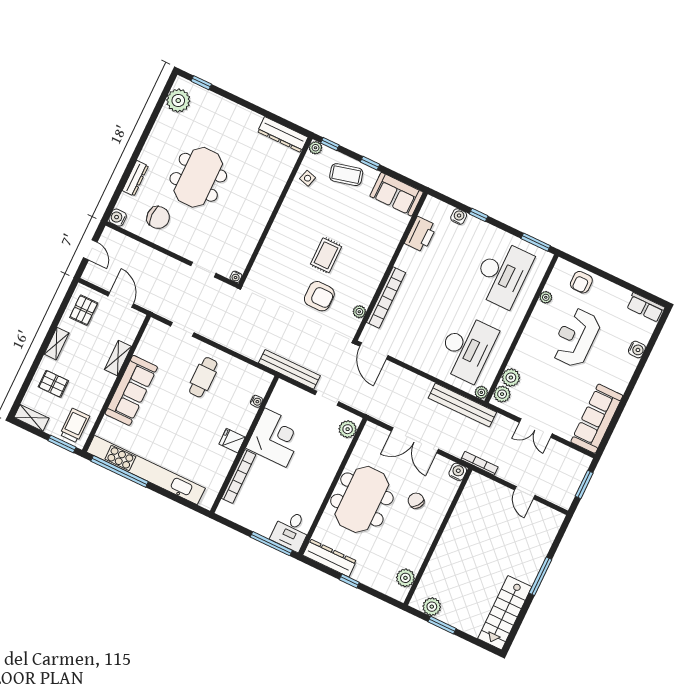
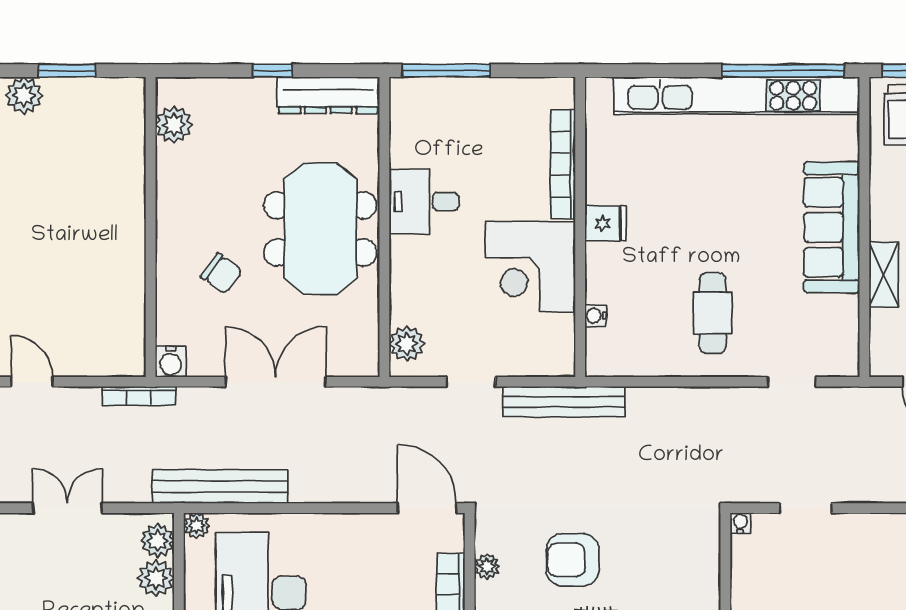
desk: (291, 530) -> (424, 202), moved, turned -90
plant: (432, 607) -> (24, 95), moved

